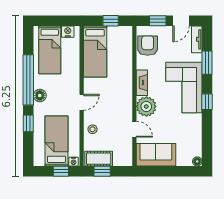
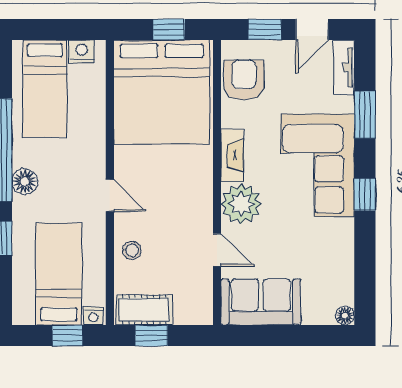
bed: (95, 51) -> (162, 92), width x2.04
door: (82, 102) -> (110, 195), hinge flipped

